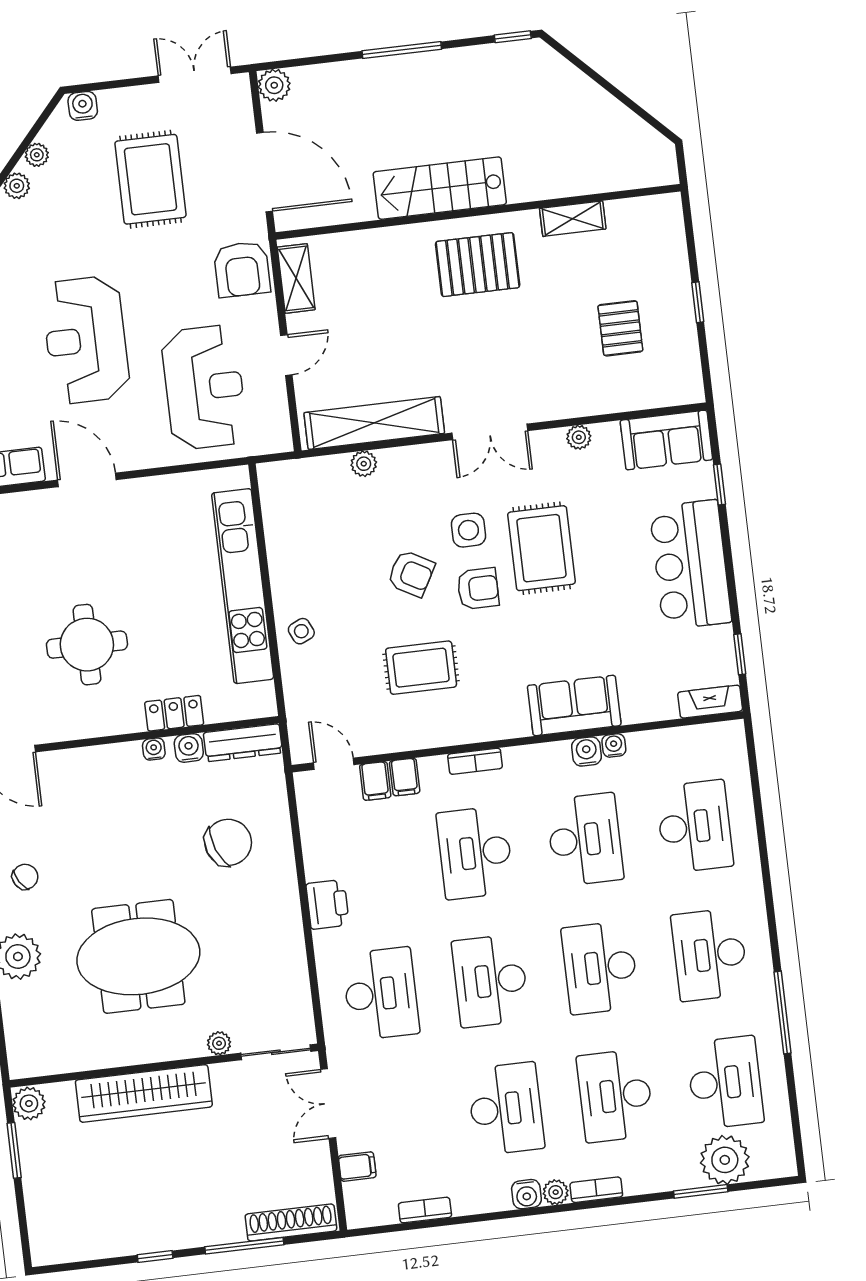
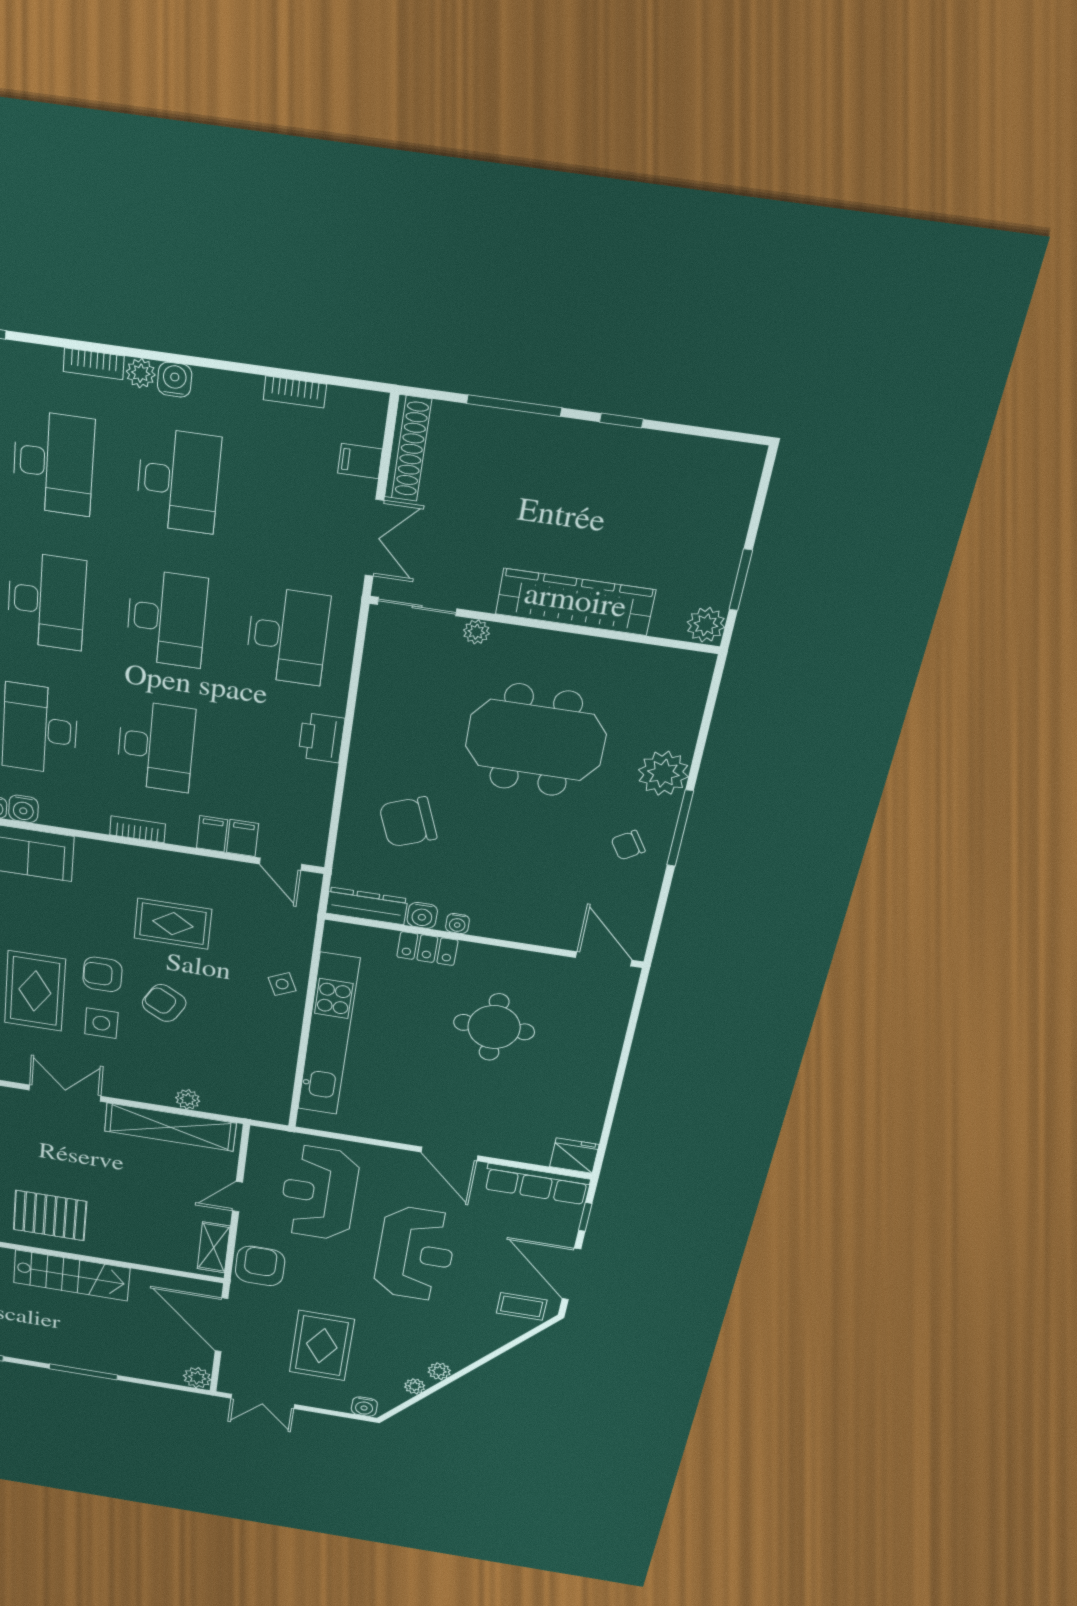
desk: (381, 994) -> (287, 636), turned 180
desk: (506, 1109) -> (178, 481), turned 180
shoe rack: (291, 1223) -> (408, 448), moved, turned -90

